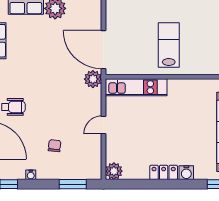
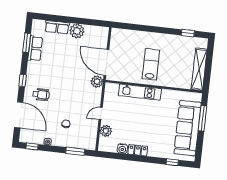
kitchen unit: (136, 87) -> (140, 92), moved
plant: (114, 171) -> (106, 131), moved
water cooler: (186, 173) -> (122, 149), moved

